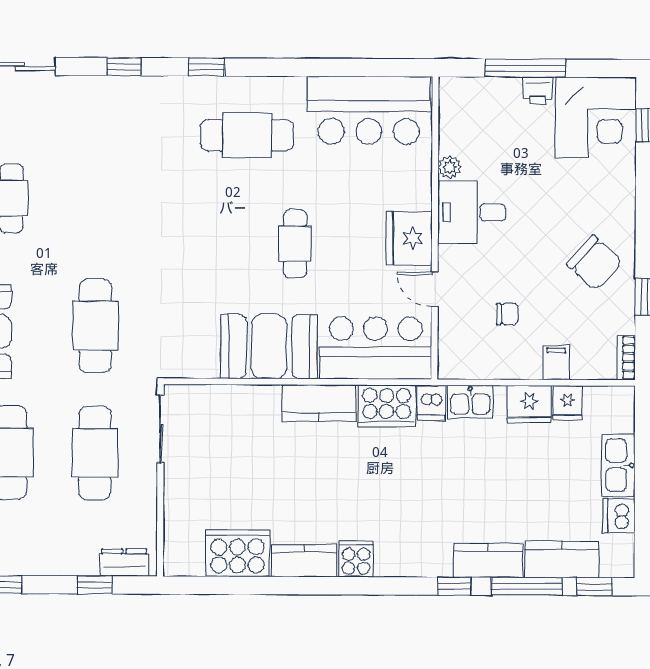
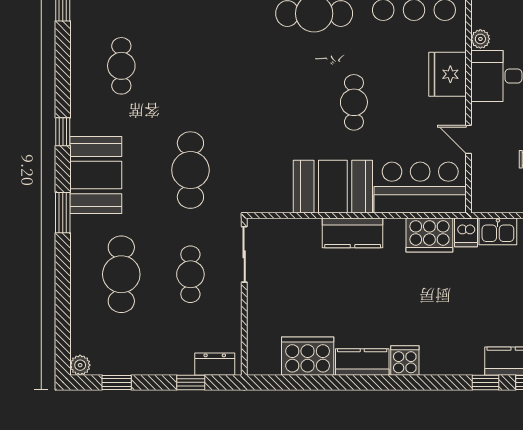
fridge: (409, 238) -> (447, 74), moved
kitchen counter: (319, 403) -> (353, 233), moved
cafe table: (95, 453) -> (190, 274), width x0.73, depth x0.74

